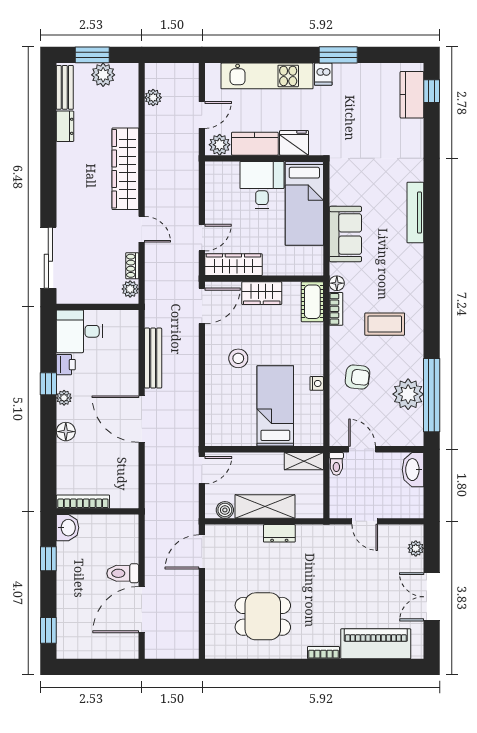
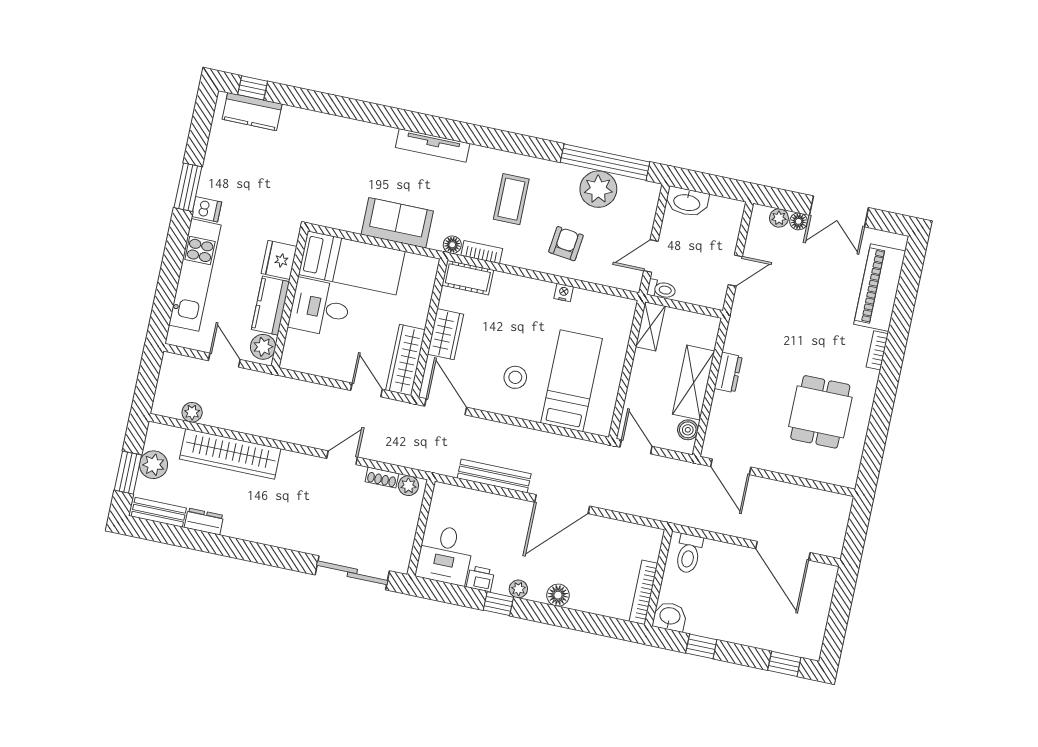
wardrobe: (125, 169) -> (230, 454), moved
tv unit: (415, 213) -> (433, 145), moved
bed: (275, 406) -> (572, 381), moved, turned 90
floor lamp: (416, 565) -> (799, 221), added
toilet: (123, 573) -> (689, 554), moved

